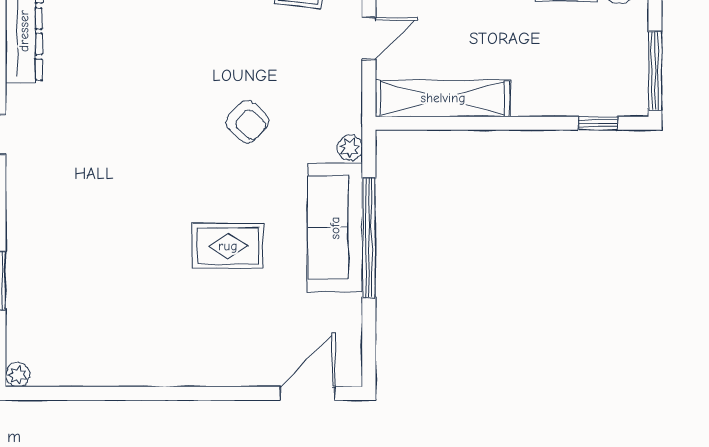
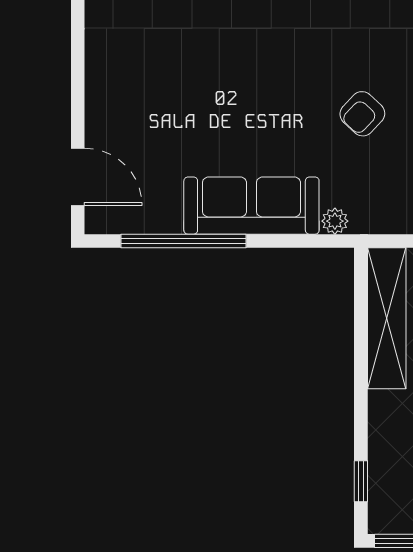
window: (369, 238) -> (184, 241), moved
rug: (228, 246) -> (232, 93), removed

